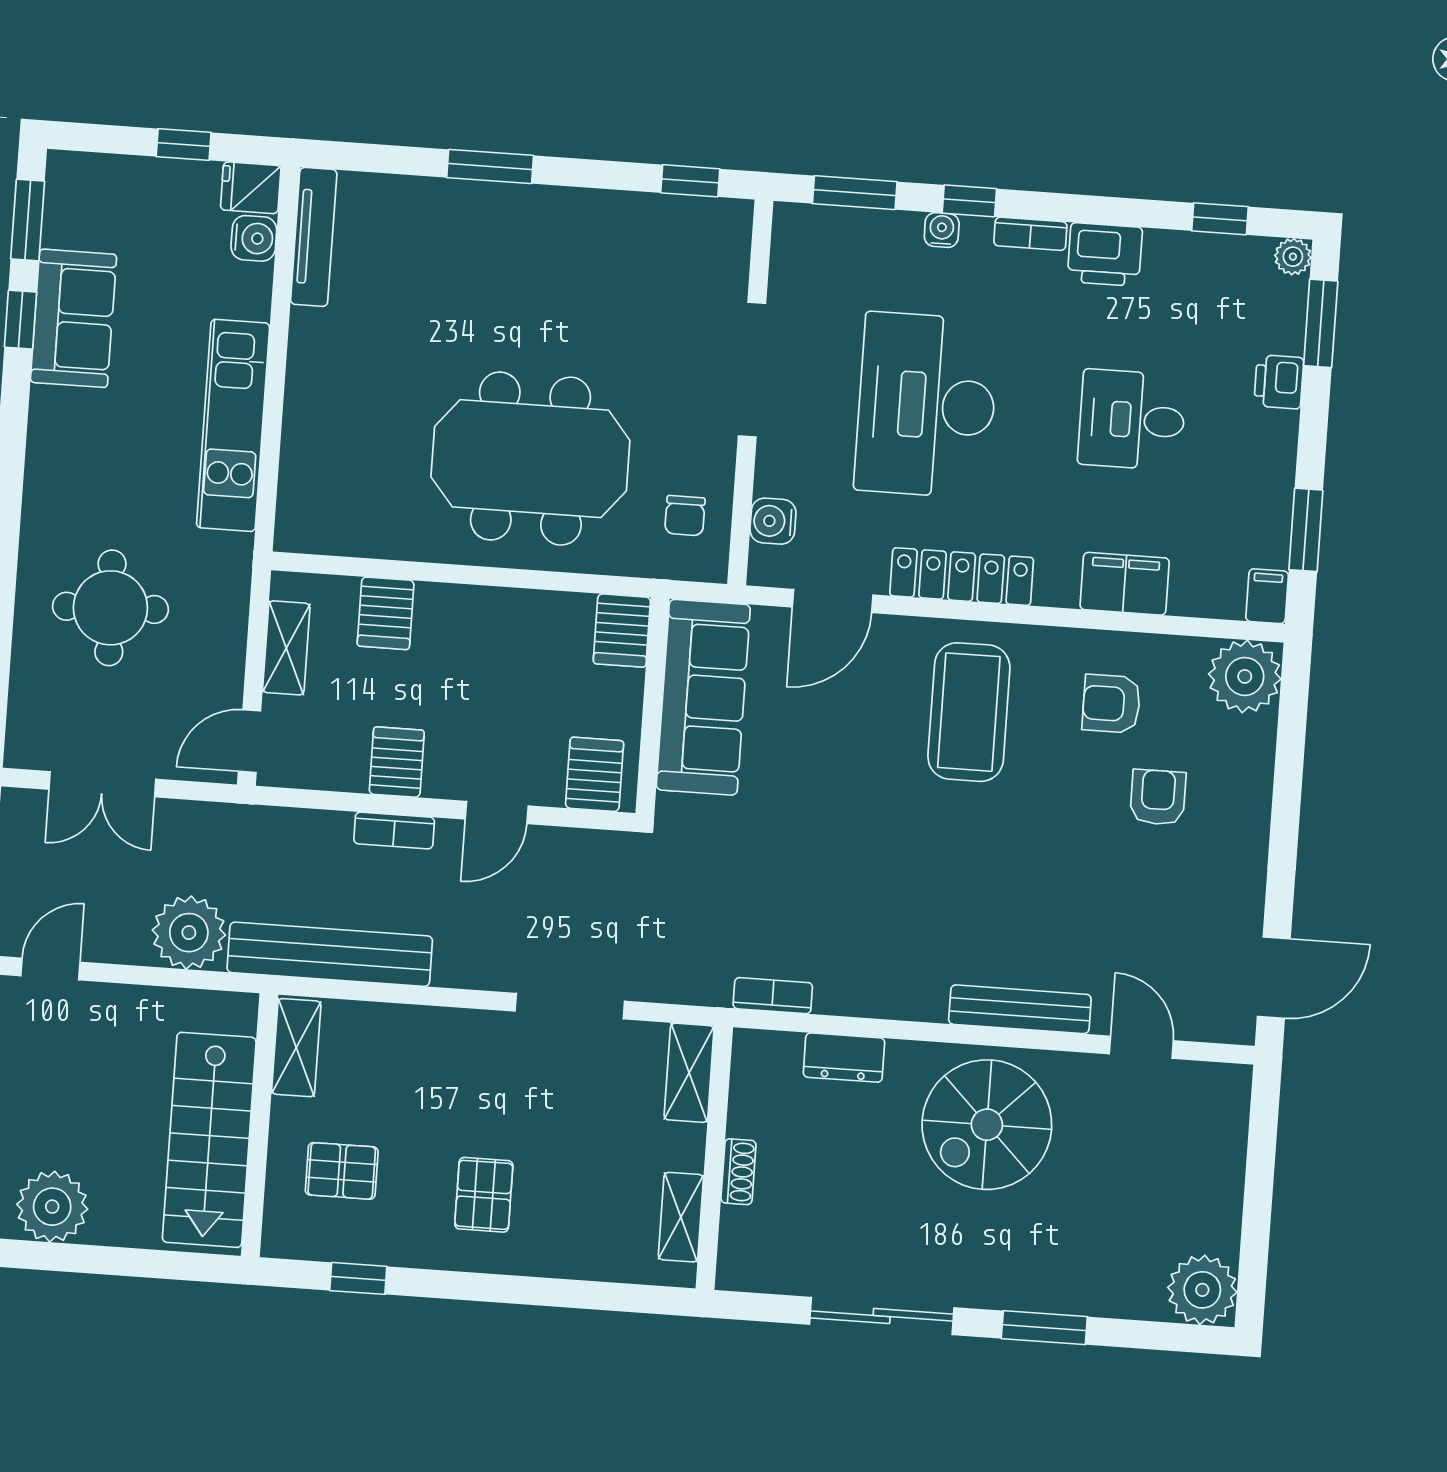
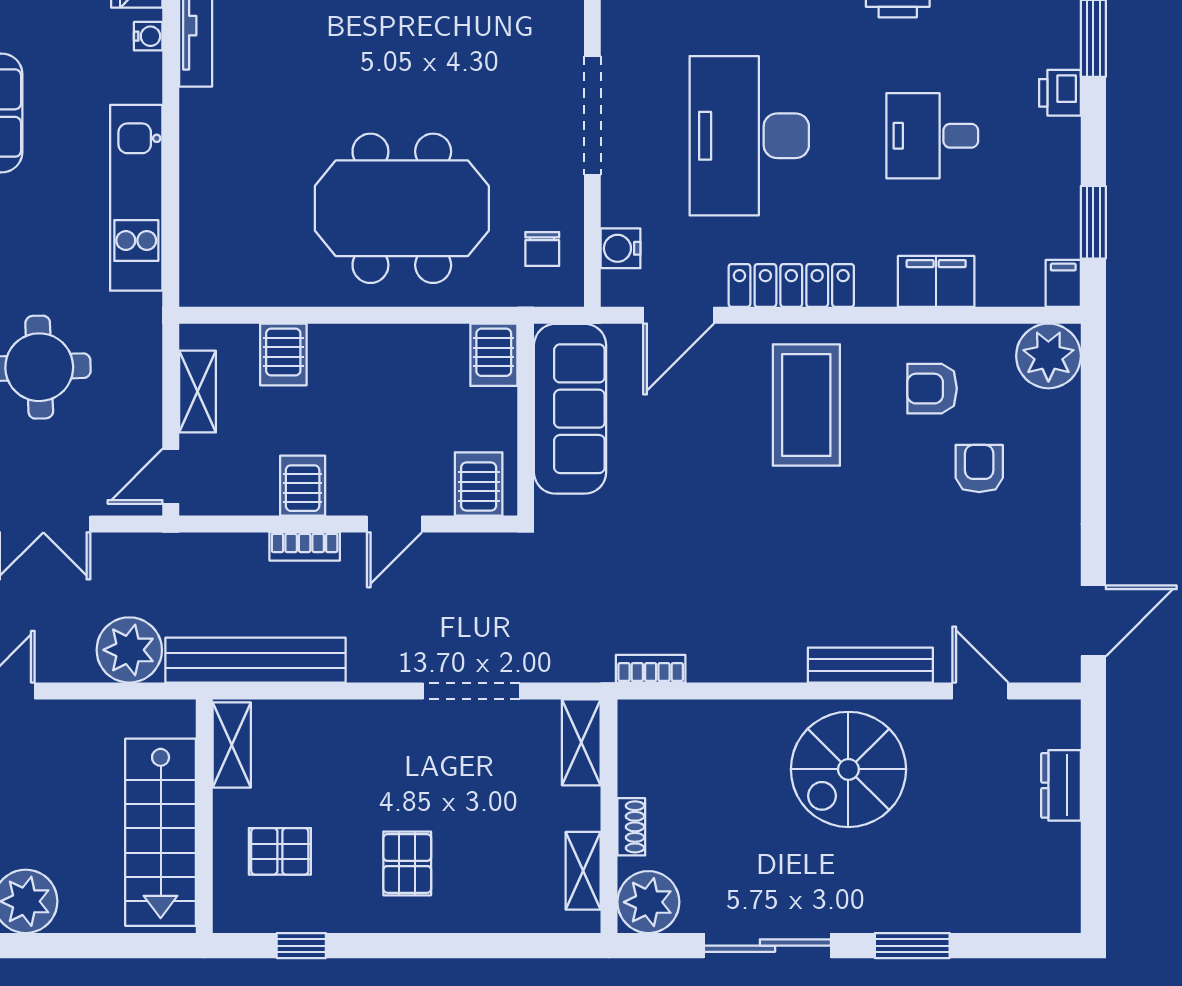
water cooler: (254, 238) -> (148, 36), width x0.72, depth x0.72
dresser: (844, 1058) -> (1061, 785), moved, turned 90
plant: (1202, 1290) -> (648, 902), moved

